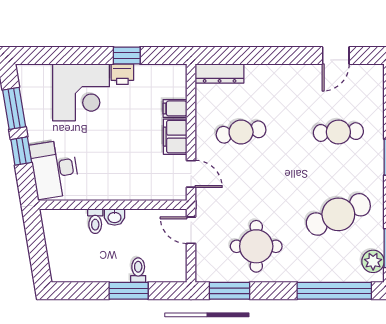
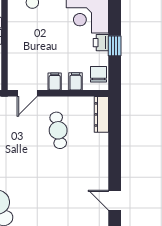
chair: (165, 77) -> (98, 74), added
cafe table: (338, 132) -> (58, 202), removed
filing cabinet: (175, 137) -> (55, 82), width x0.50

